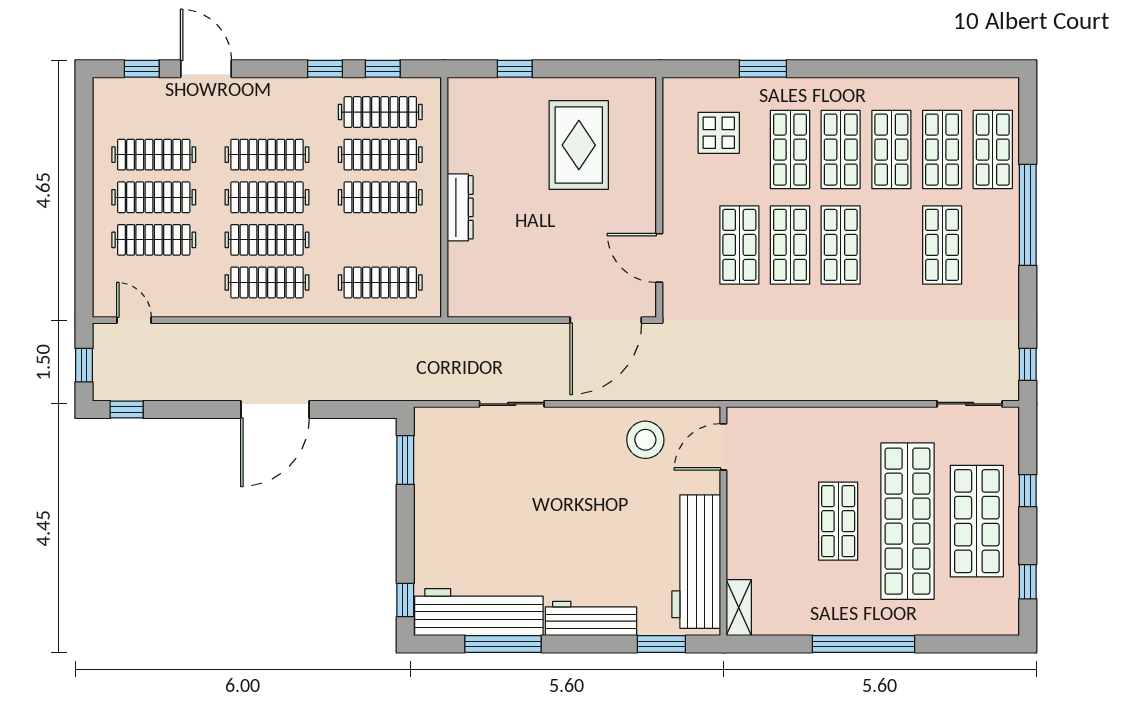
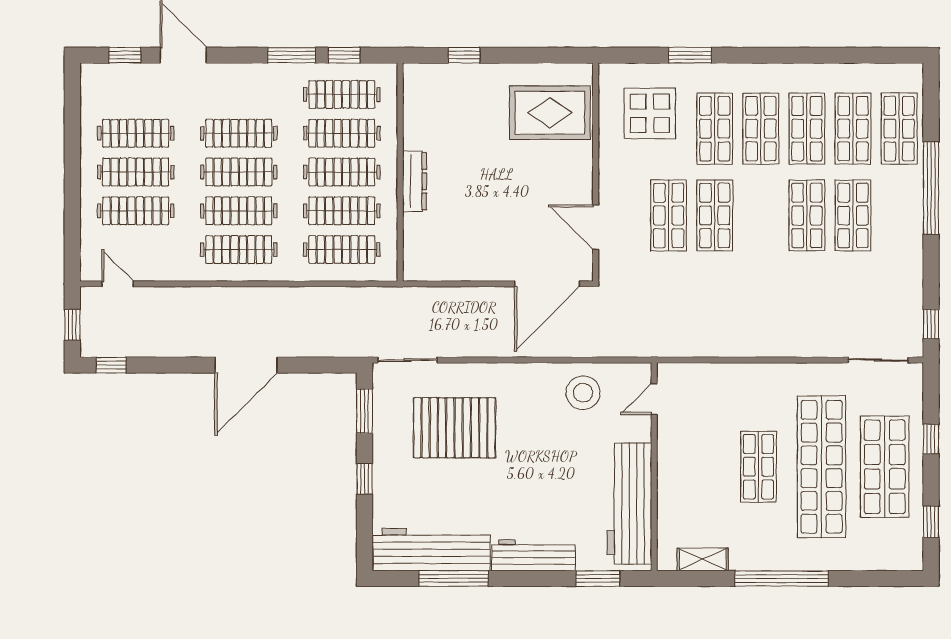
window: (325, 69) -> (292, 55), width x1.50
display table: (719, 133) -> (650, 113), width x1.36, depth x1.36
rug: (579, 145) -> (550, 113), moved, turned 90
clothes rail: (380, 240) -> (342, 211), added
shop shelf: (841, 245) -> (807, 215), moved
sliding door: (512, 404) -> (408, 360), moved
door: (723, 447) -> (654, 399), width x0.73
pallet: (504, 478) -> (454, 428), added
window: (405, 600) -> (364, 479), moved
shelving: (739, 608) -> (703, 559), moved, turned 90

